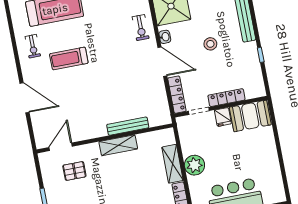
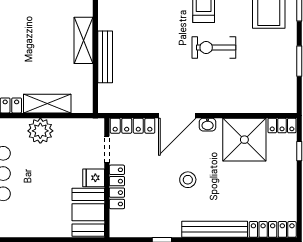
exercise bike: (141, 28) -> (214, 47), moved, width x1.38, depth x1.39

